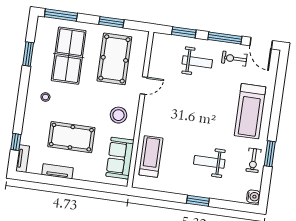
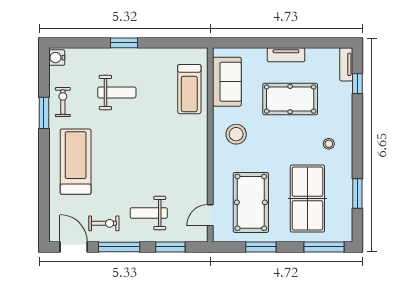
door: (144, 85) -> (210, 215), moved
tv unit: (58, 171) -> (286, 55), moved

